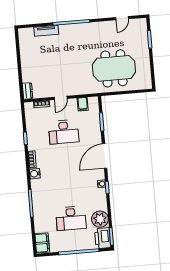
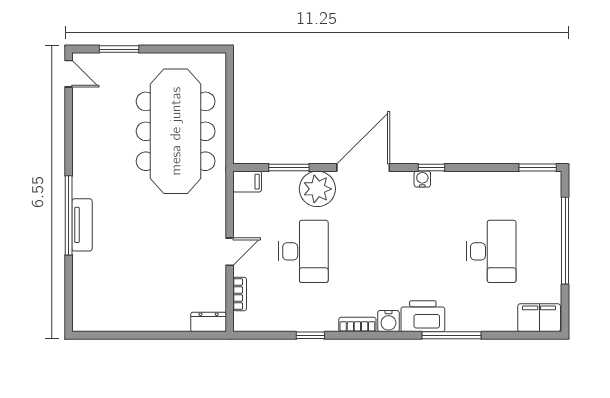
door: (122, 18) -> (69, 74), moved
tv unit: (46, 31) -> (82, 225), moved
meeting table: (114, 68) -> (176, 131), width x1.36
door: (61, 98) -> (230, 252), hinge flipped
filing cabinet: (83, 104) -> (247, 182), moved
door: (105, 156) -> (363, 168), swing flipped
plant: (100, 219) -> (317, 189), moved
printer: (103, 238) -> (423, 316), moved, turned 180

